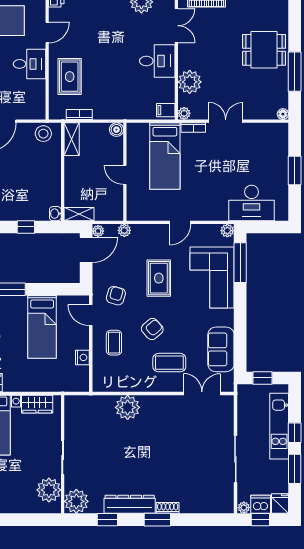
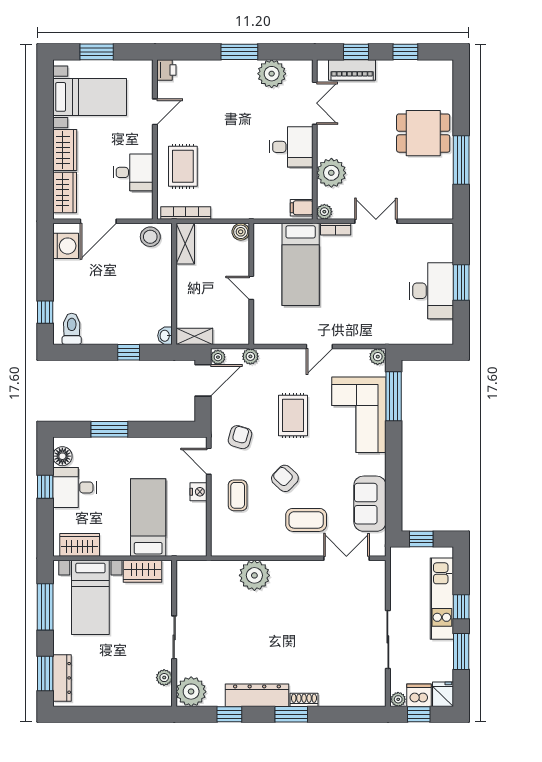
desk: (29, 64) -> (133, 172), moved
bookcase: (79, 114) -> (186, 213), width x1.56
floor lamp: (283, 114) -> (447, 213), removed
desk: (252, 203) -> (431, 291), moved, turned -90
bed: (42, 327) -> (148, 518), moved, turned 180
armchair: (152, 329) -> (285, 478), turned -96
nightstand: (82, 357) -> (199, 492), moved
plant: (49, 490) -> (164, 678), width x0.53, depth x0.53

